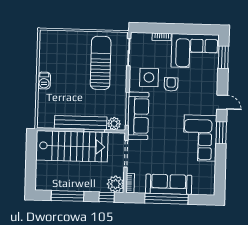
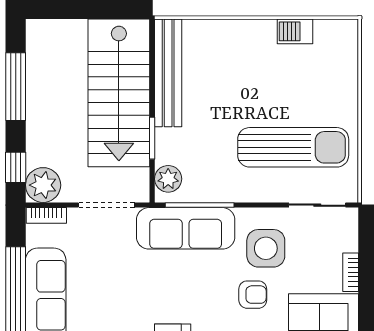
barbecue: (44, 81) -> (295, 31), moved
bench: (81, 123) -> (168, 73), moved

